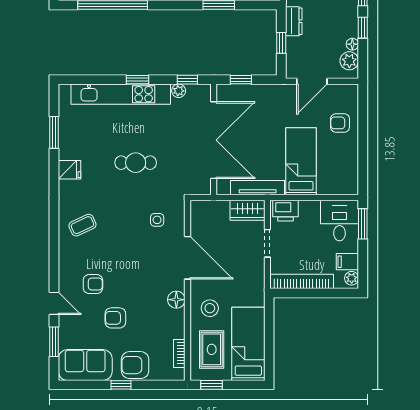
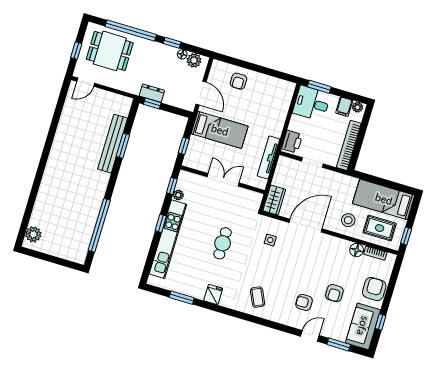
window: (281, 43) -> (152, 103), moved
double door: (214, 140) -> (223, 180), width x0.54
bed: (301, 161) -> (220, 130), moved, turned 180
wardrobe: (247, 210) -> (274, 200), moved
armchair: (93, 284) -> (304, 302), turned -90
floor lamp: (176, 300) -> (357, 250), moved
armchair: (135, 365) -> (374, 289), turned 180
window: (121, 385) -> (381, 322), moved

